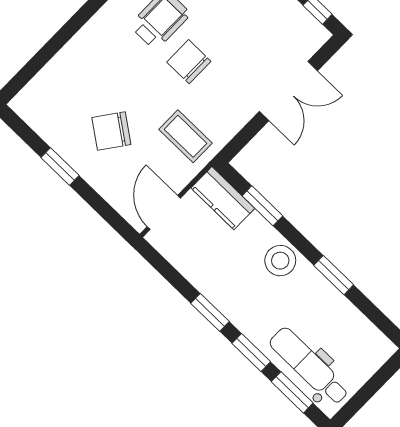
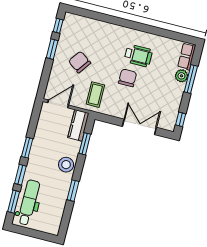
double door: (288, 91) -> (139, 127), swing flipped
window: (25, 132) -> (58, 26), added

